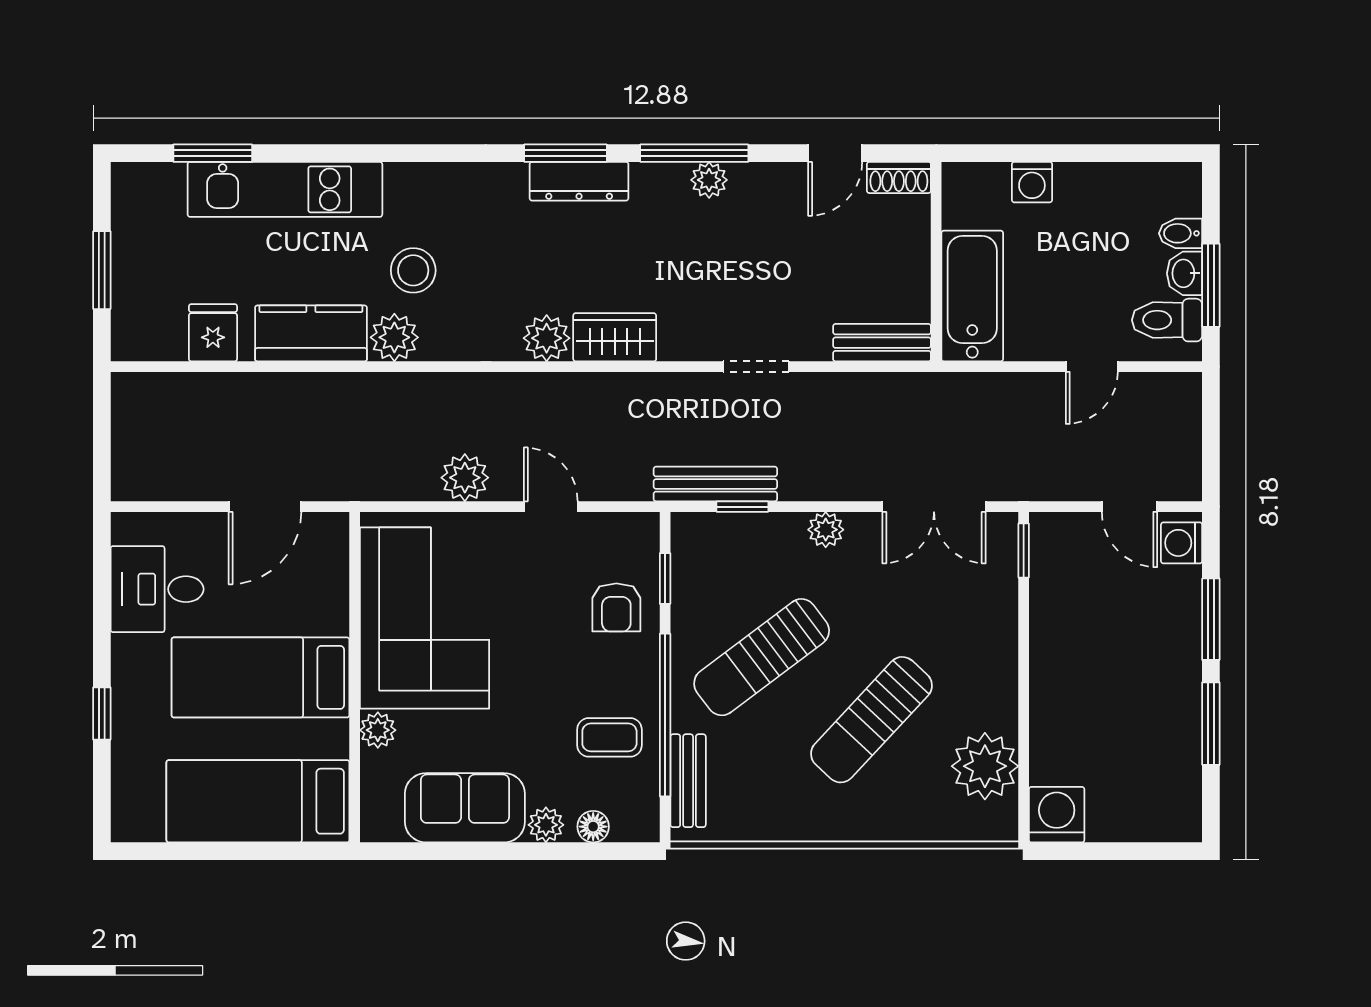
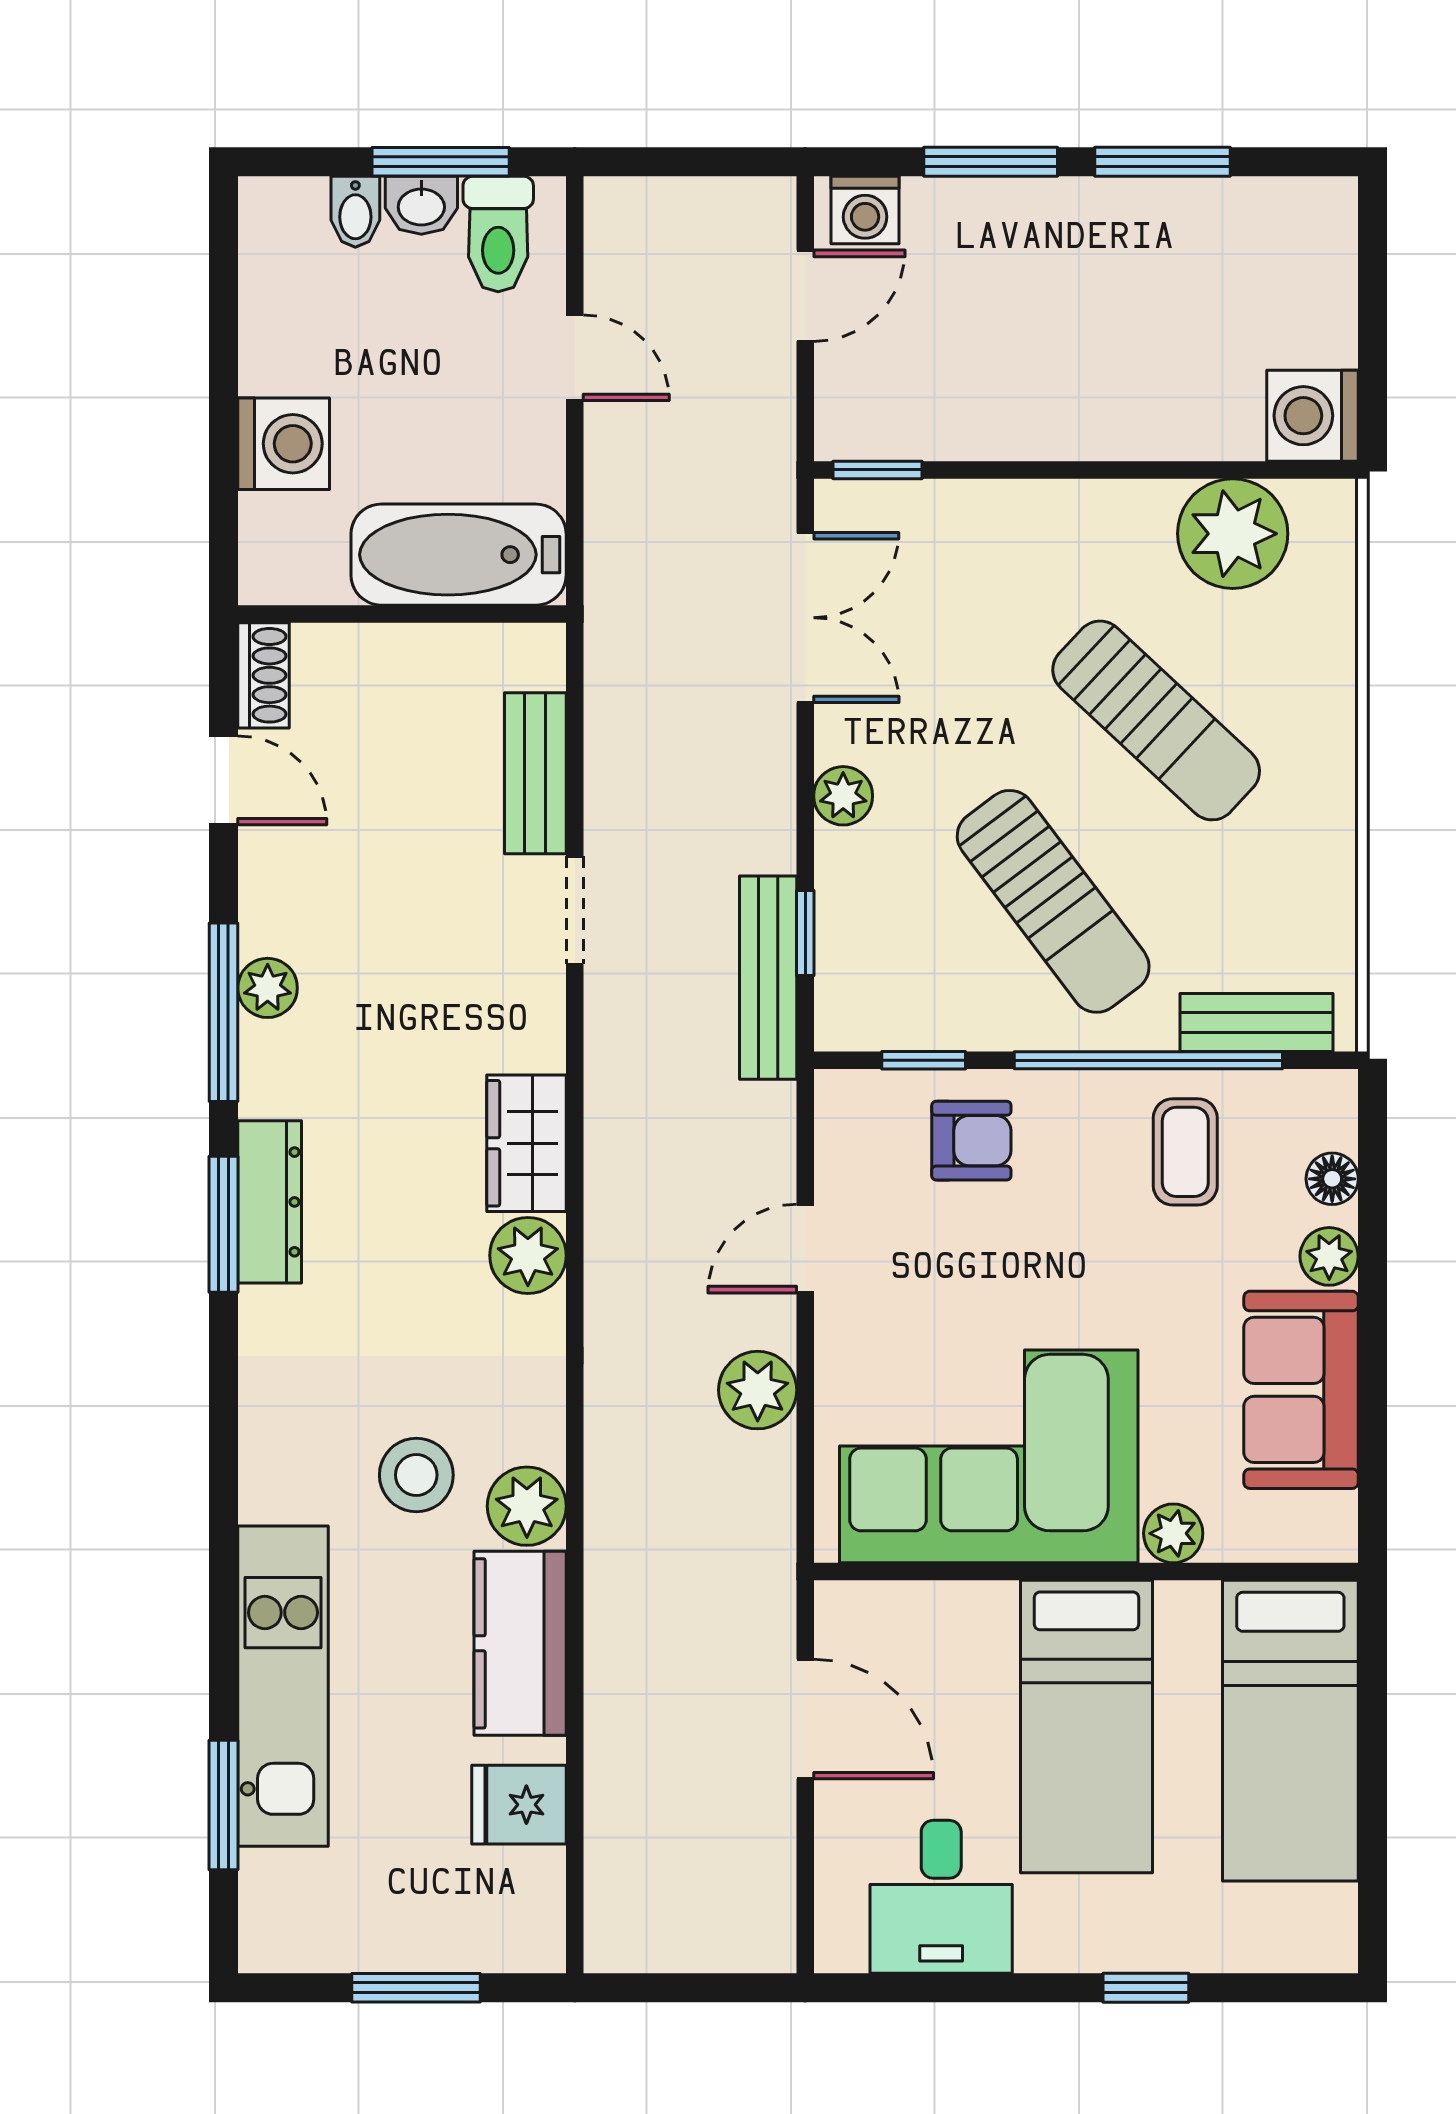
washing machine: (1032, 182) -> (284, 444), width x1.38, depth x1.38
bench: (882, 343) -> (535, 773), moved

